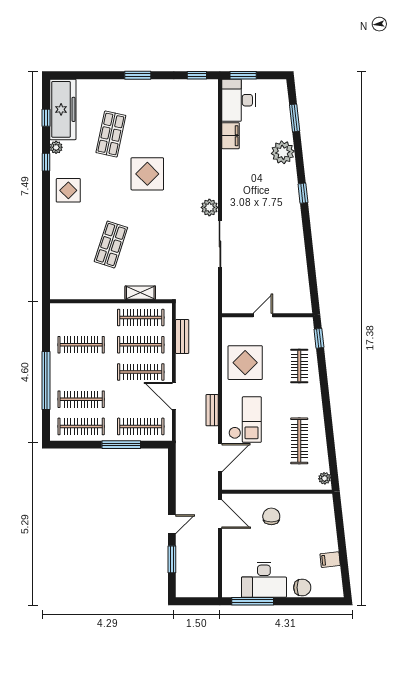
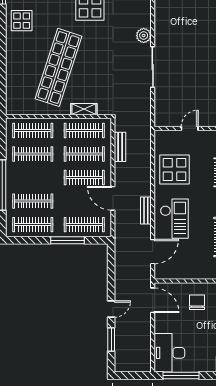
shop shelf: (111, 244) -> (58, 67), width x2.00, depth x1.36
clothes rail: (81, 318) -> (33, 131), added
desk: (264, 580) -> (169, 353), moved, turned 90

